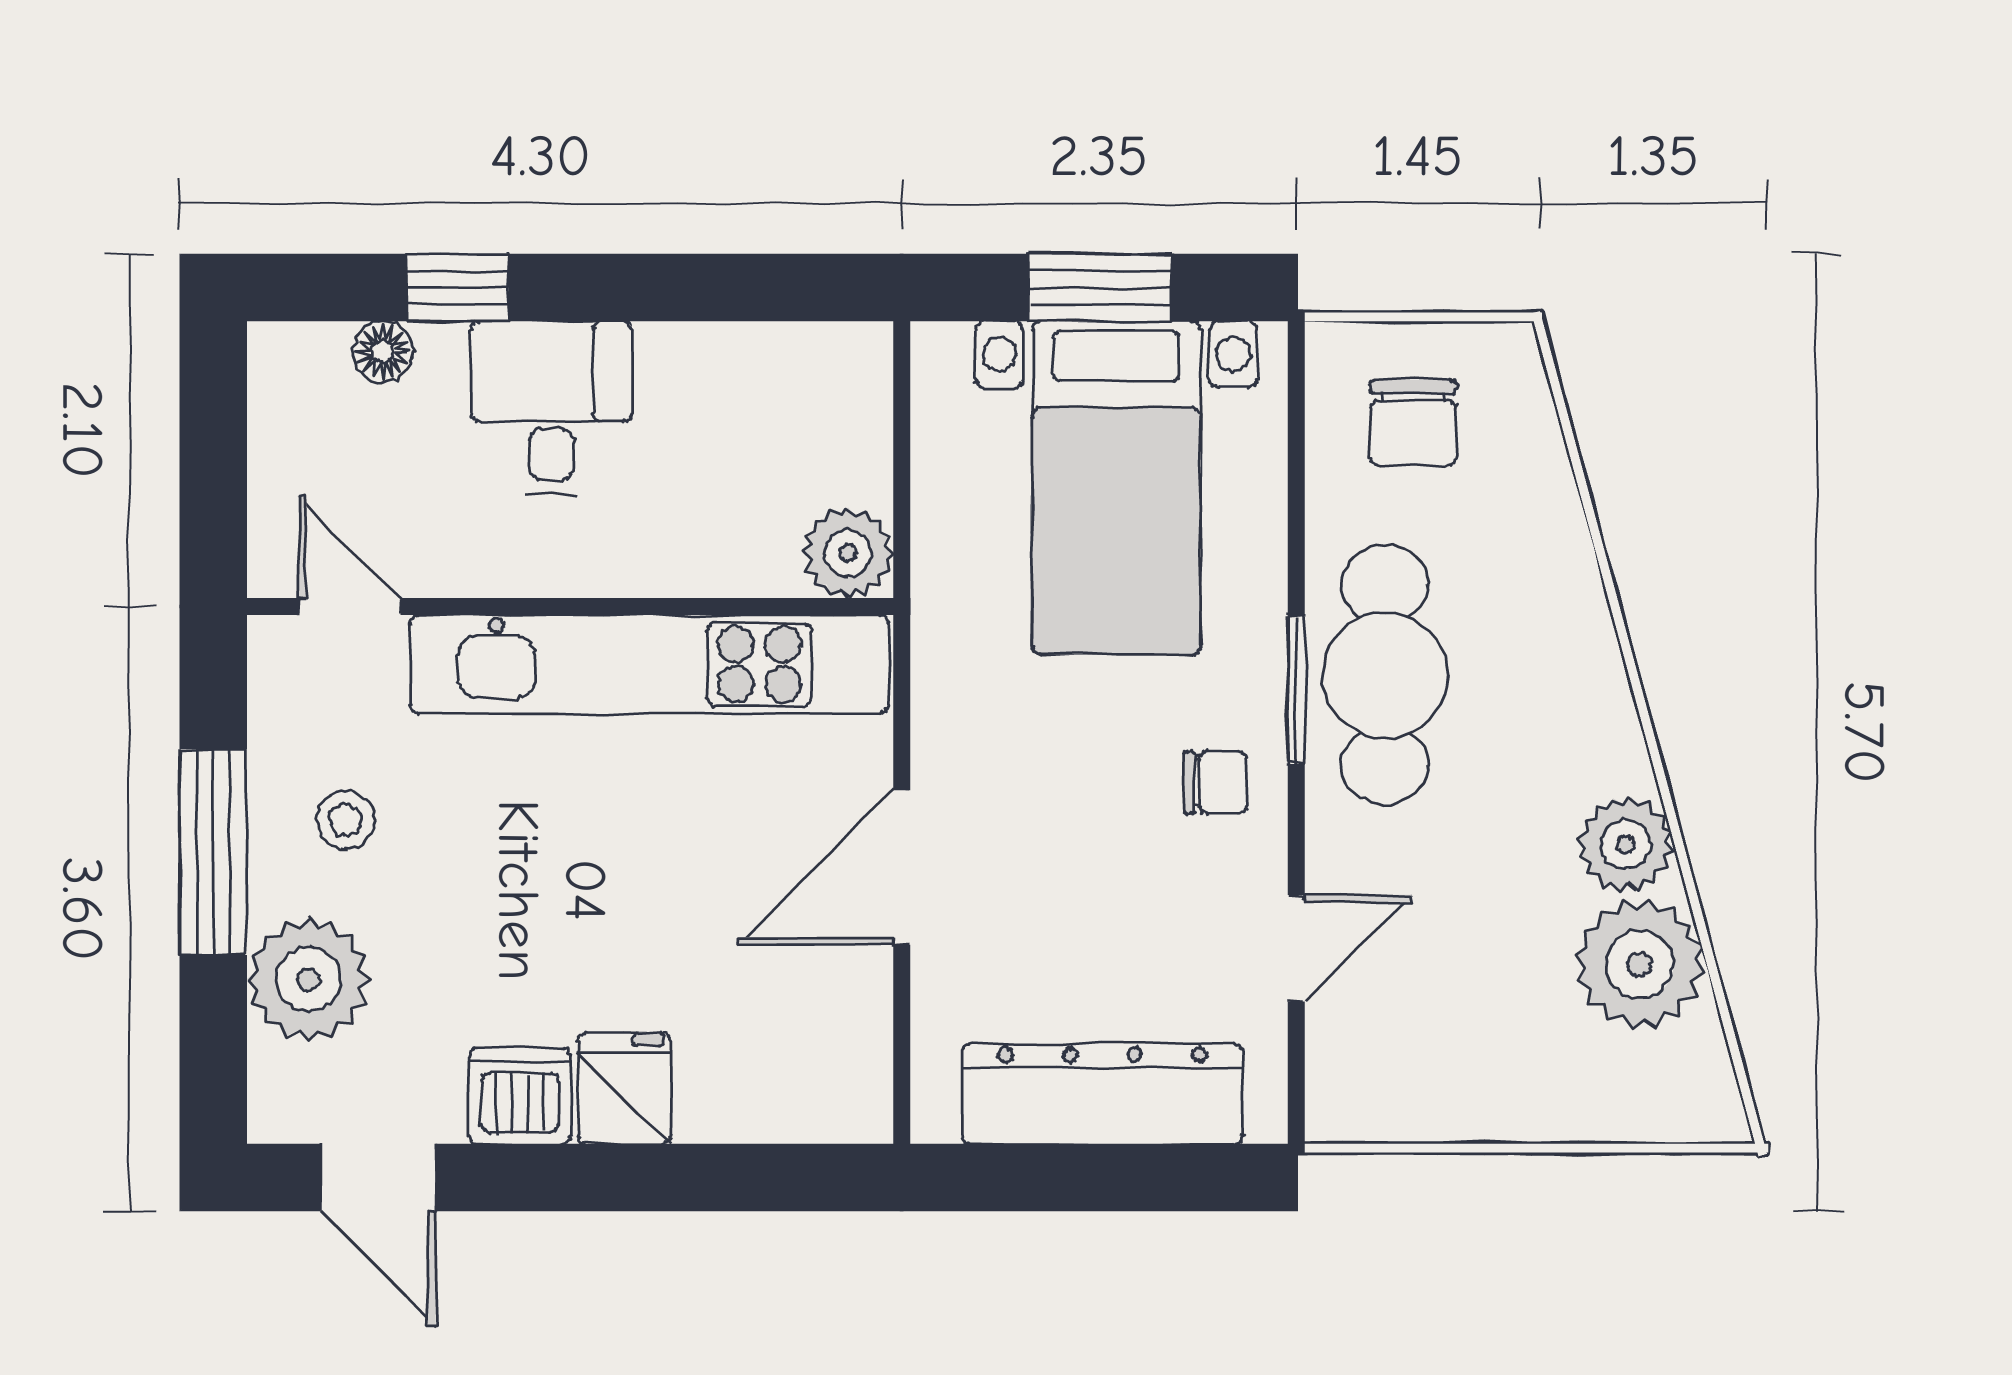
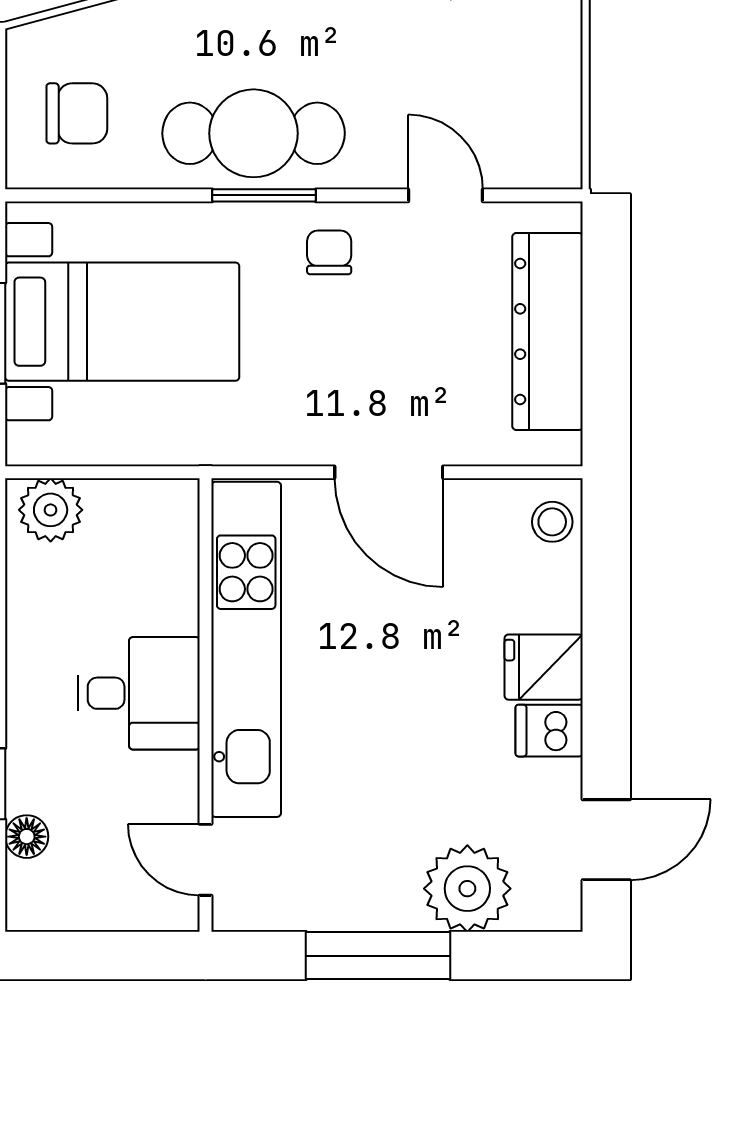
desk: (551, 408) -> (139, 693), moved, turned 180
plant: (848, 553) -> (51, 510), moved
door: (350, 606) -> (206, 860), hinge flipped
stool: (345, 820) -> (552, 522), moved
dishwasher: (520, 1096) -> (549, 731), width x0.73

